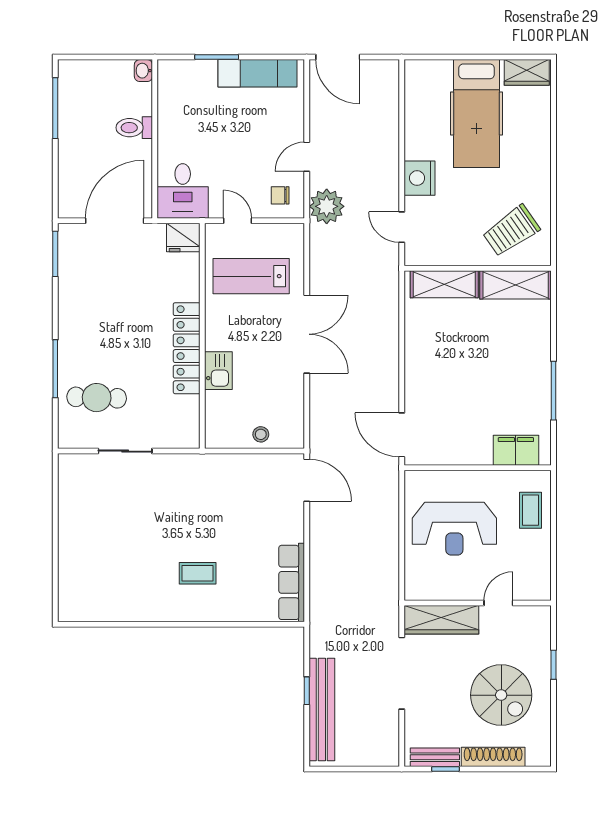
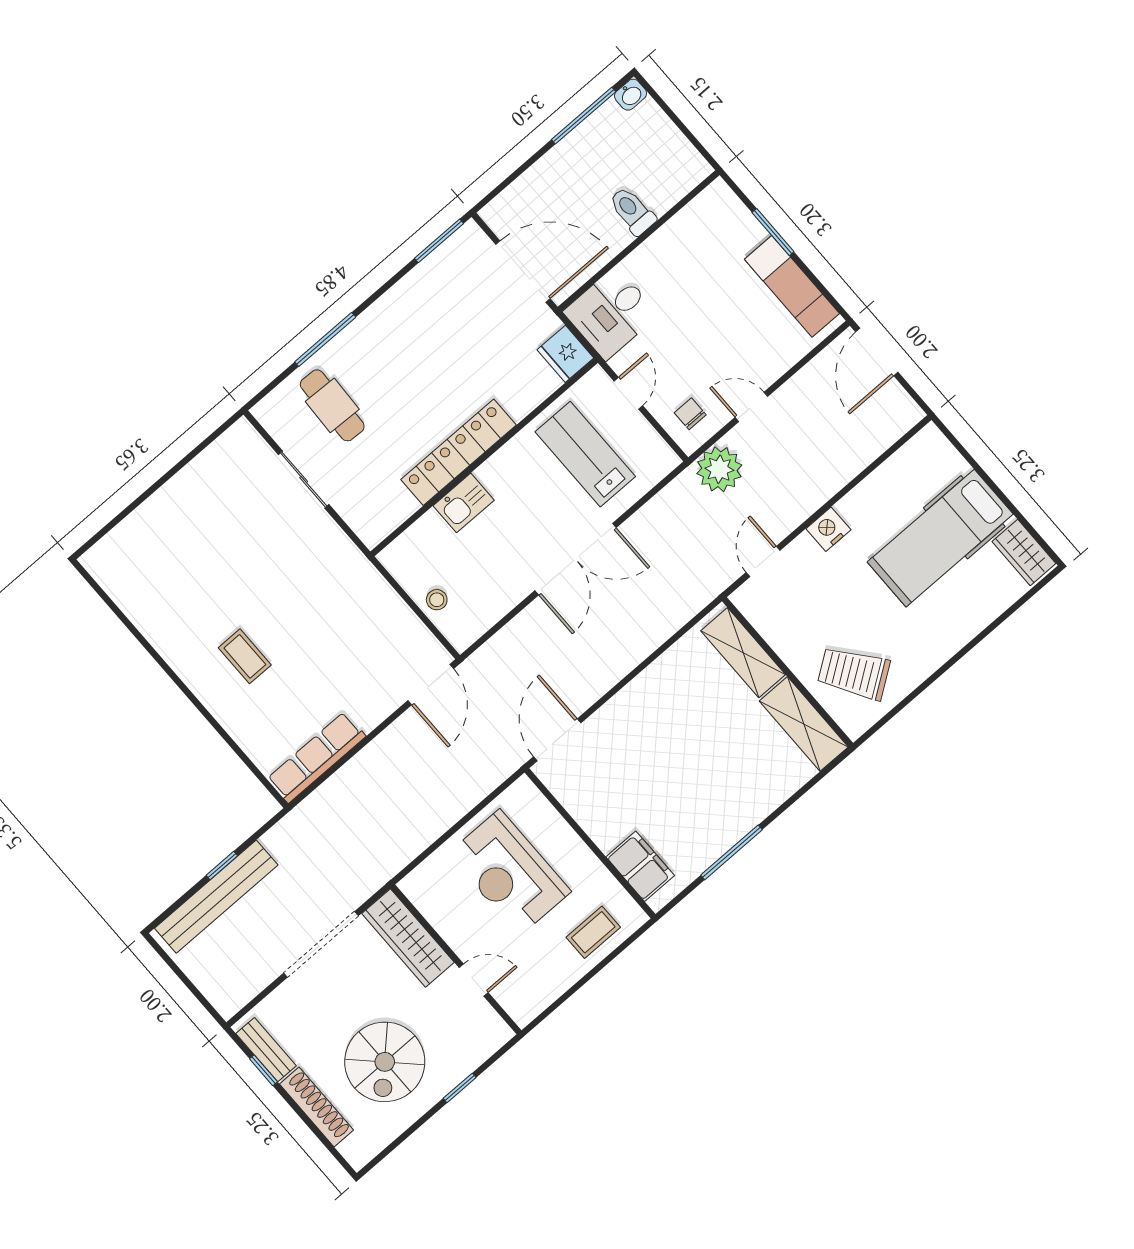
washbasin: (143, 71) -> (631, 95), moved, turned 180
nightstand: (419, 178) -> (828, 529), width x0.74, depth x0.75

